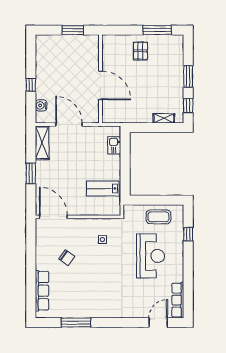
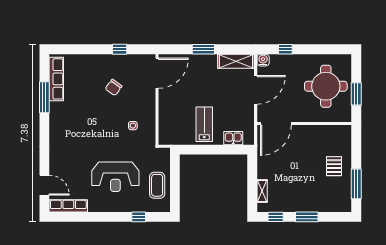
pallet: (140, 51) -> (334, 166), turned 90
round table: (66, 59) -> (326, 86), added
window: (31, 85) -> (285, 49), moved
door: (100, 85) -> (276, 123), moved
water cooler: (41, 105) -> (263, 60), moved
lab bench: (103, 189) -> (204, 124), moved
window: (31, 252) -> (120, 49), added
row of seats: (42, 291) -> (56, 79), moved, turned -90

